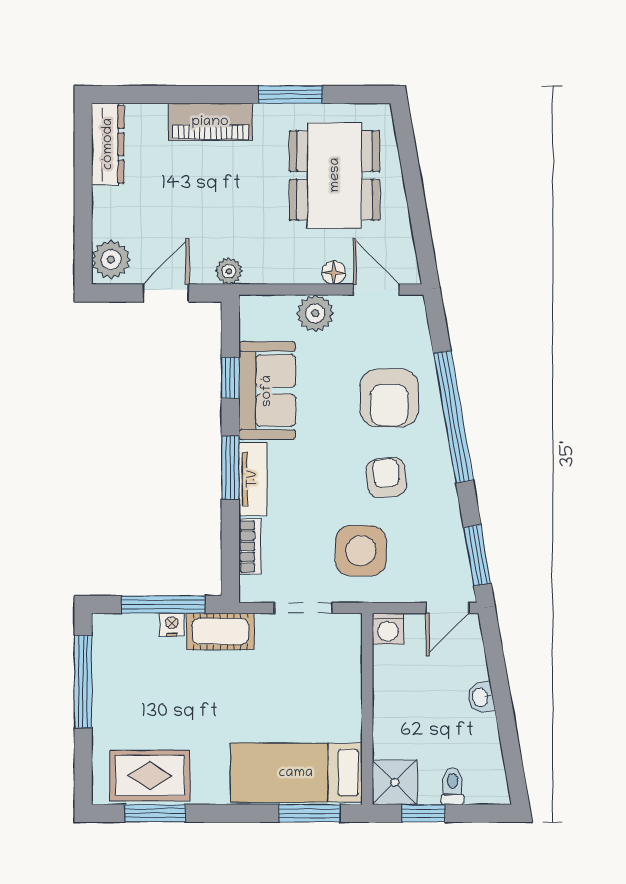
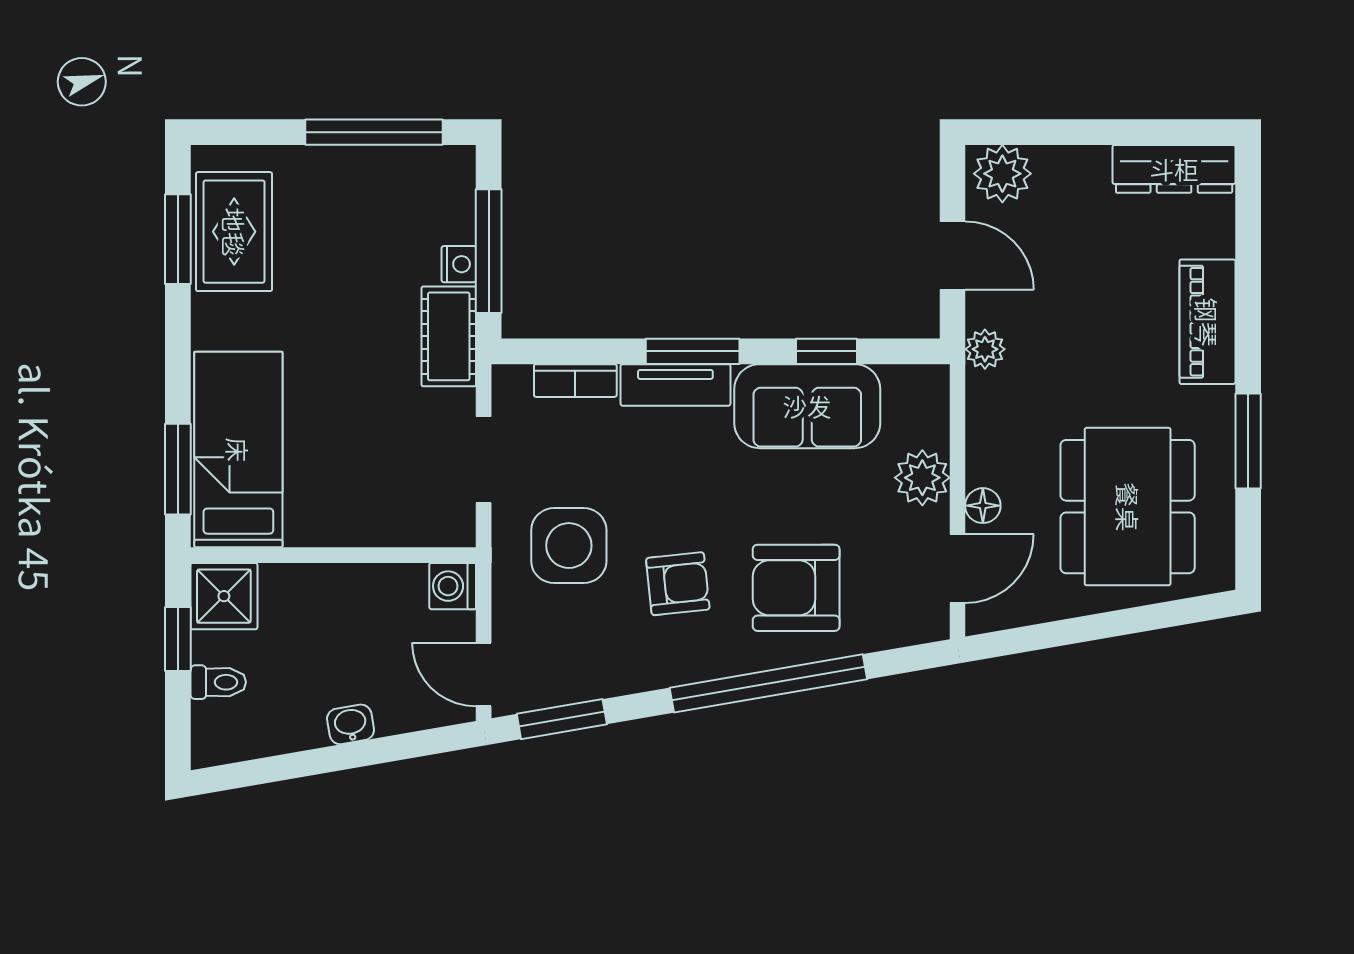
dining table: (335, 175) -> (1128, 507), turned 90

